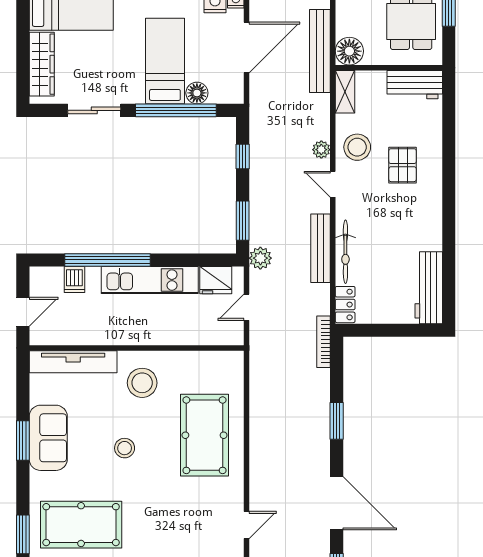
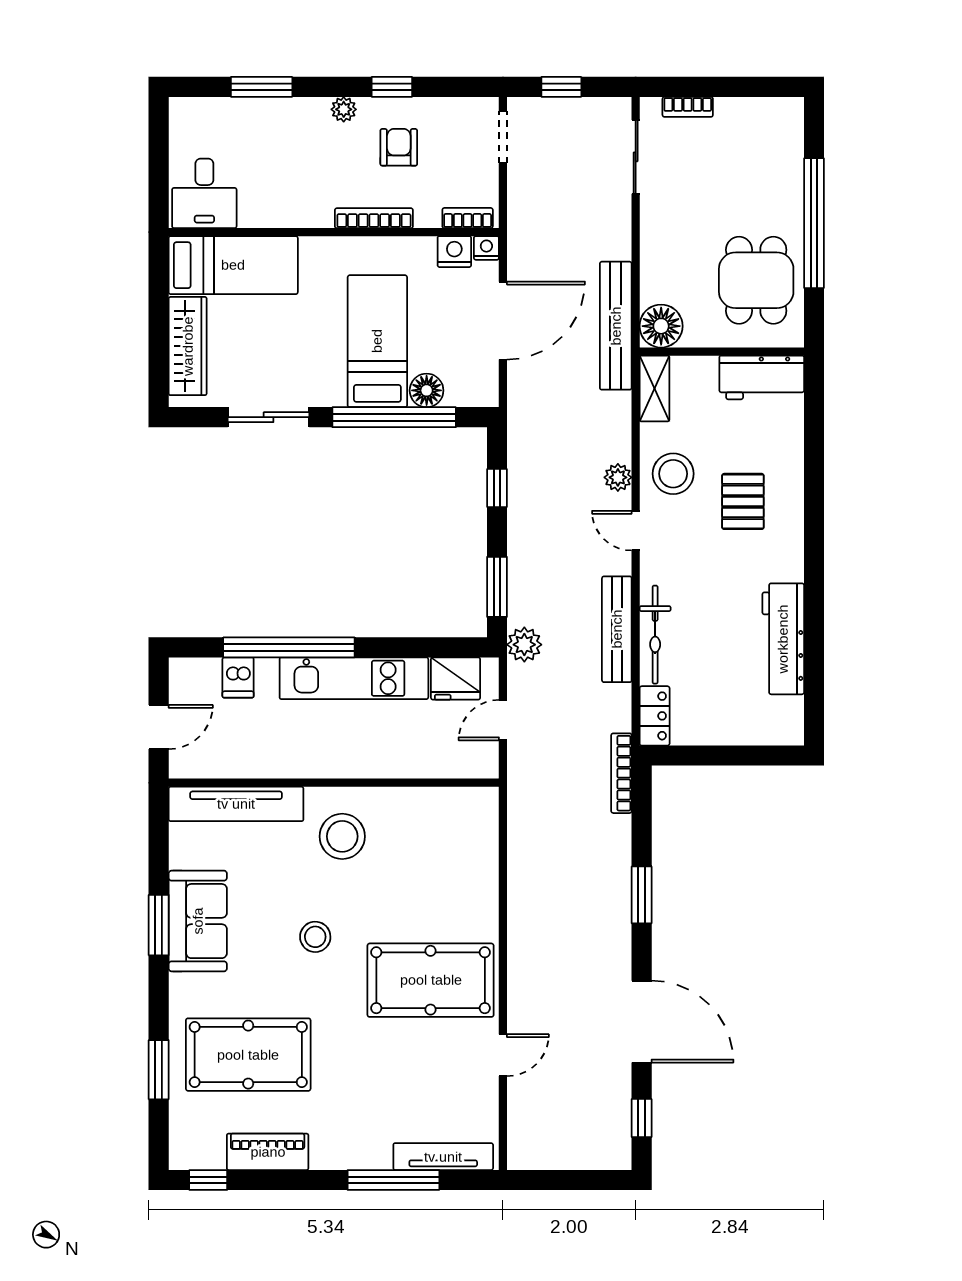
workbench: (429, 288) -> (783, 639), moved
pool table: (204, 435) -> (431, 980), moved, turned 90

